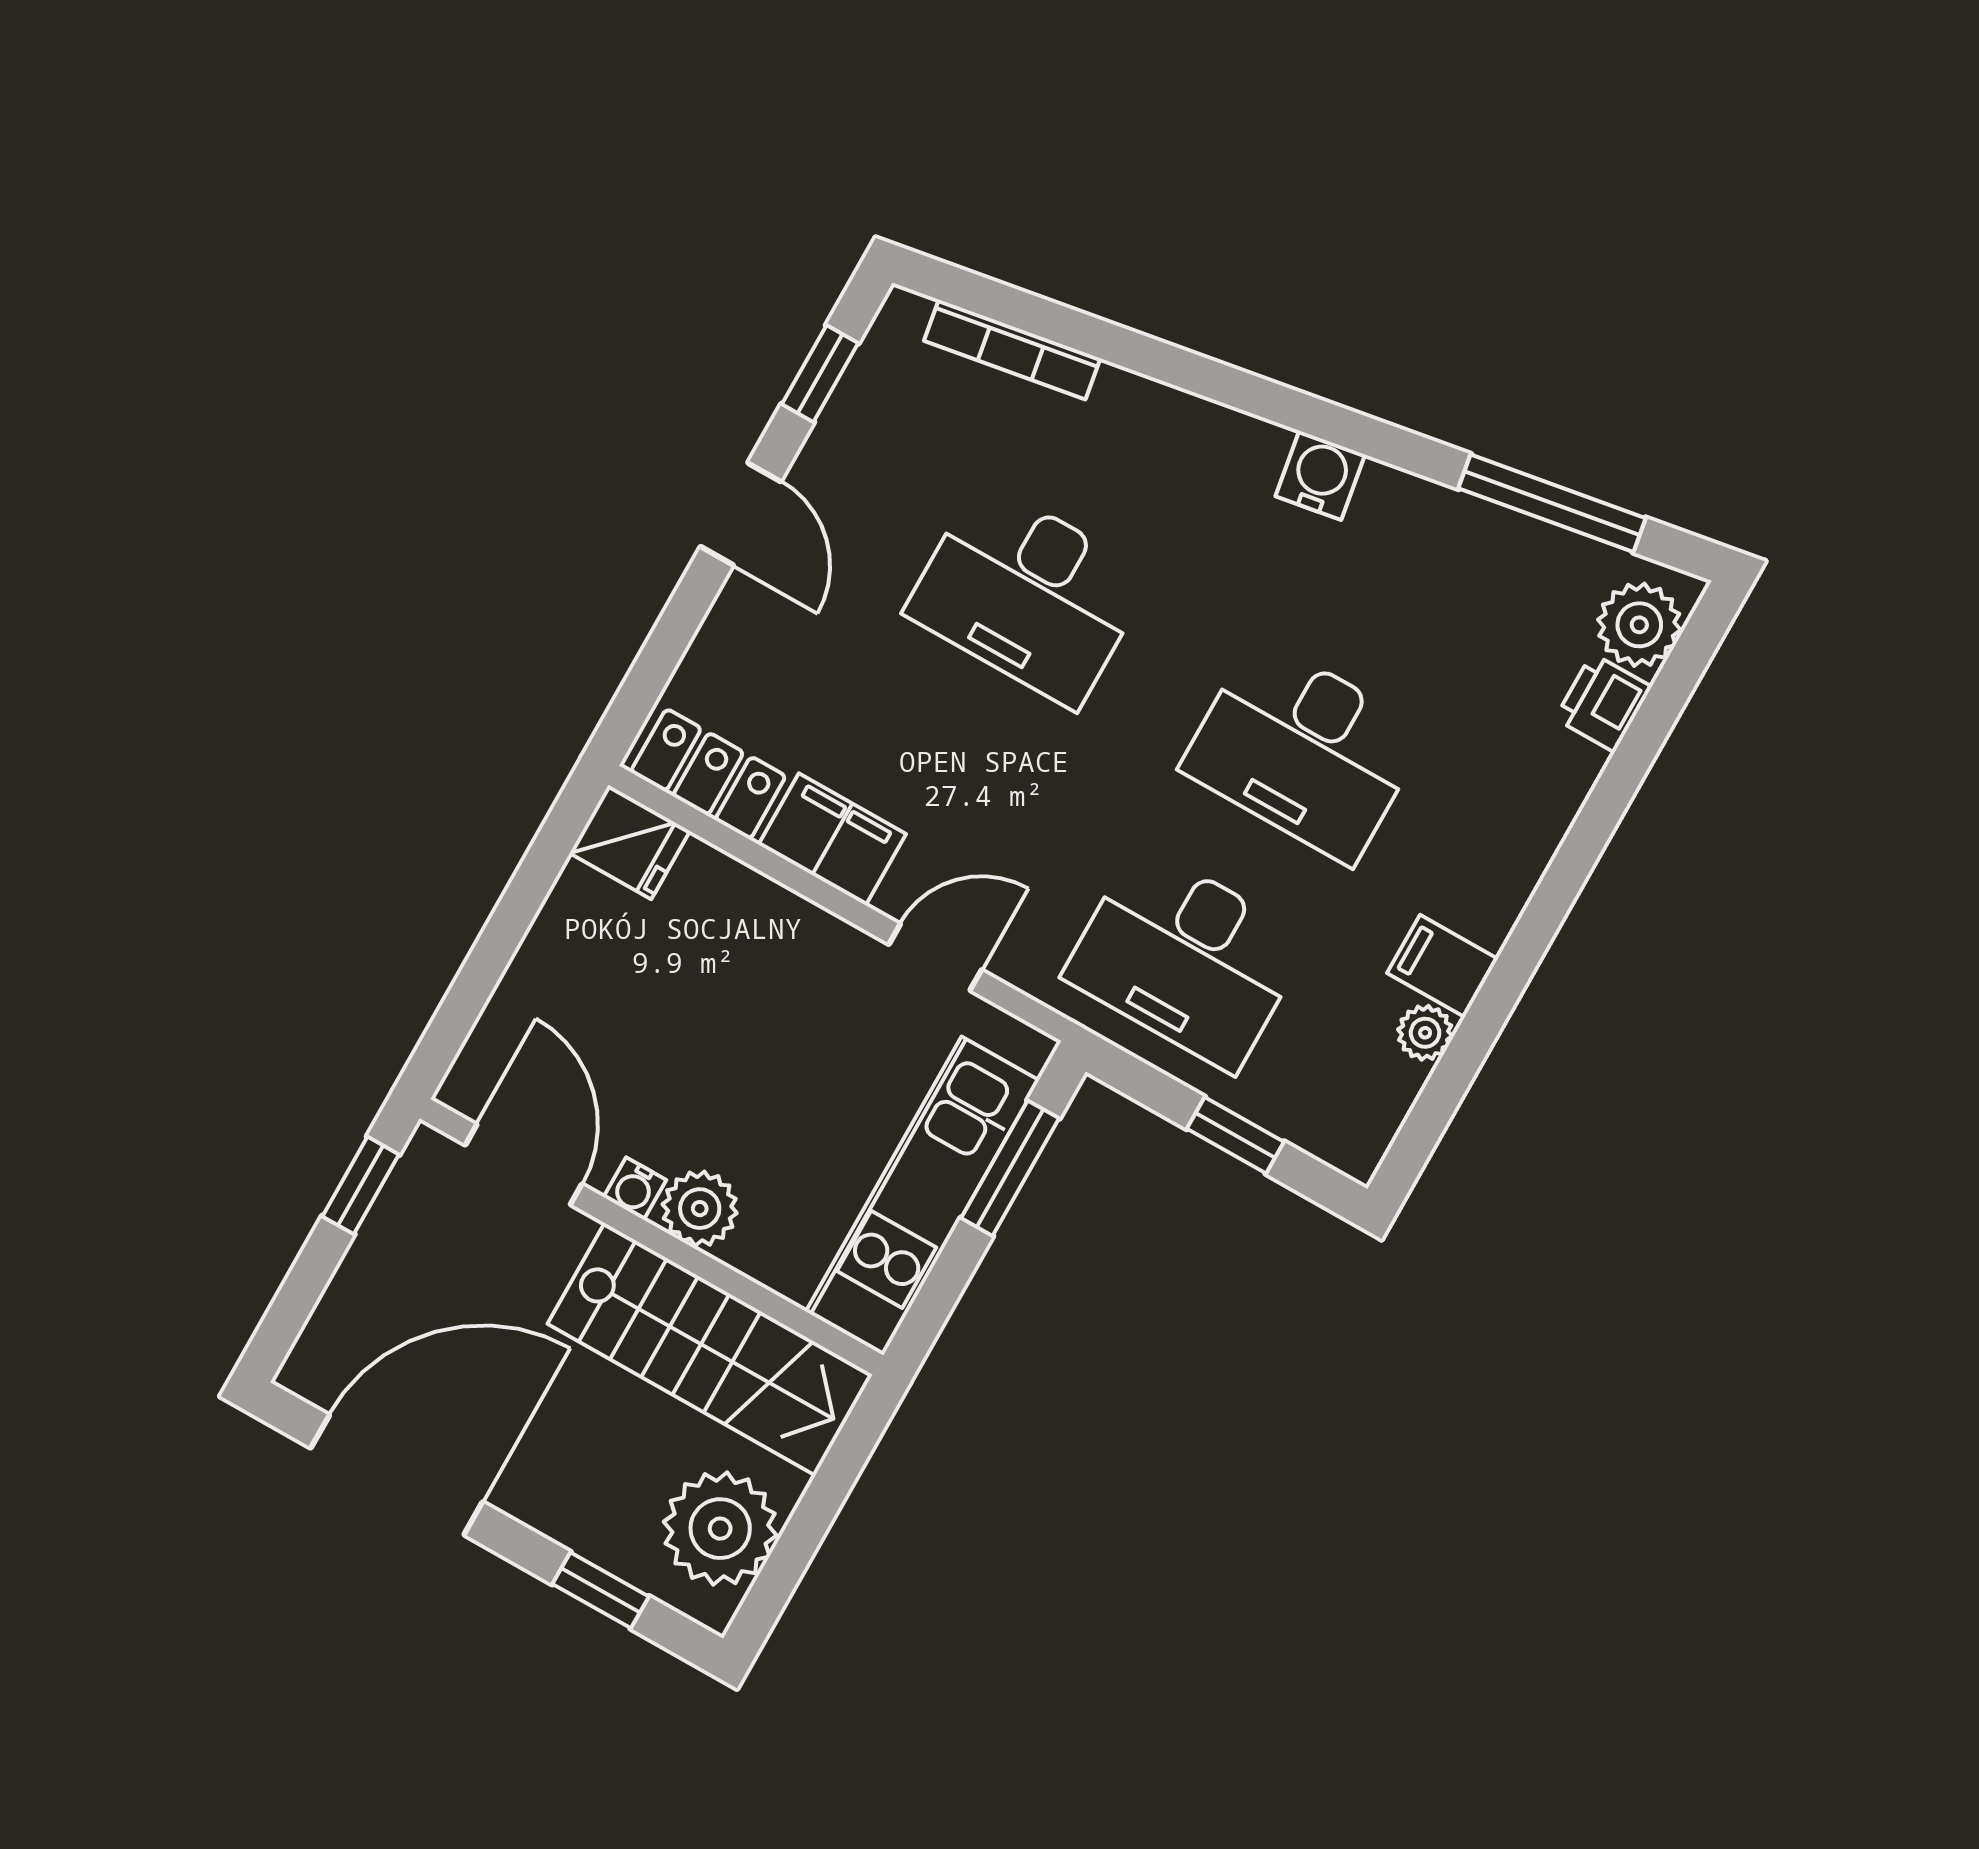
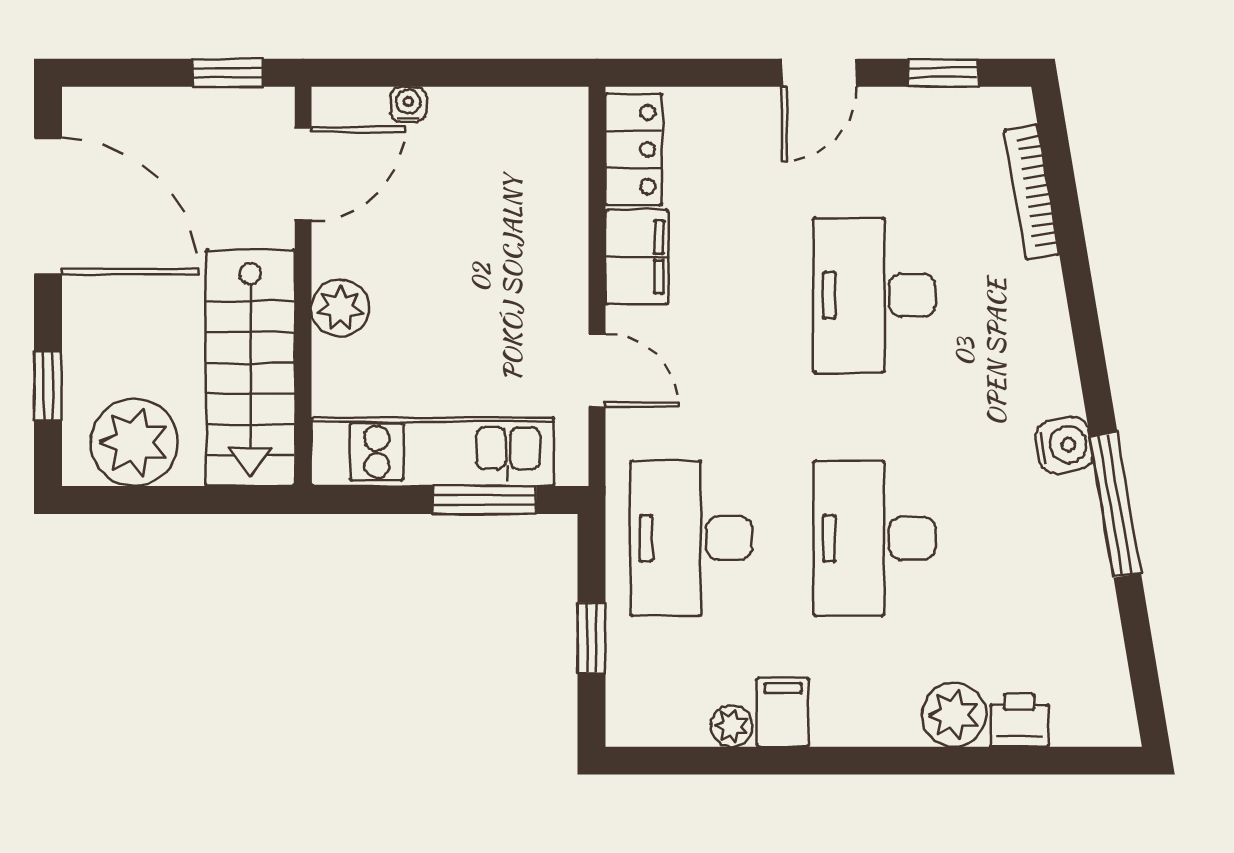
window: (1552, 503) -> (1115, 505), moved
plant: (1639, 625) -> (954, 715), moved
fridge: (630, 842) -> (559, 123), removed
water cooler: (635, 1189) -> (408, 104), moved, turned 90

